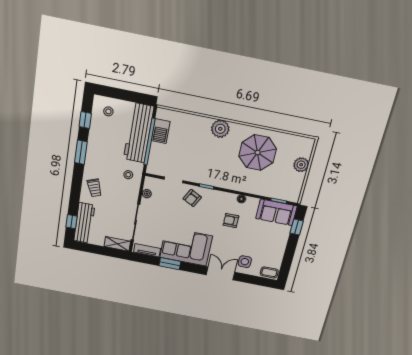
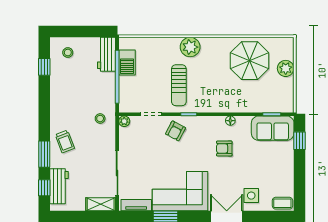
workbench: (139, 133) -> (107, 54), width x0.53, depth x0.76
window: (81, 152) -> (44, 154), moved
parasol: (258, 153) -> (250, 61), moved
sun lounger: (203, 160) -> (179, 85), added
plant: (147, 194) -> (124, 121), moved
workbench: (84, 223) -> (59, 186), width x0.73

